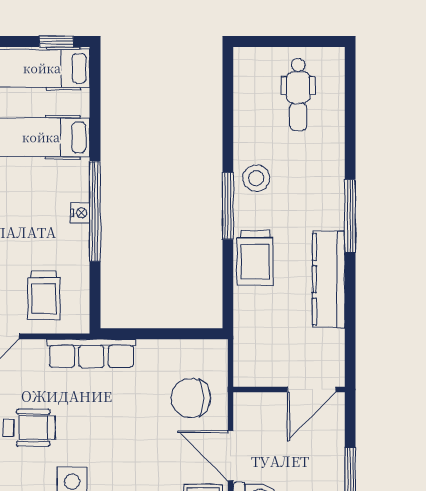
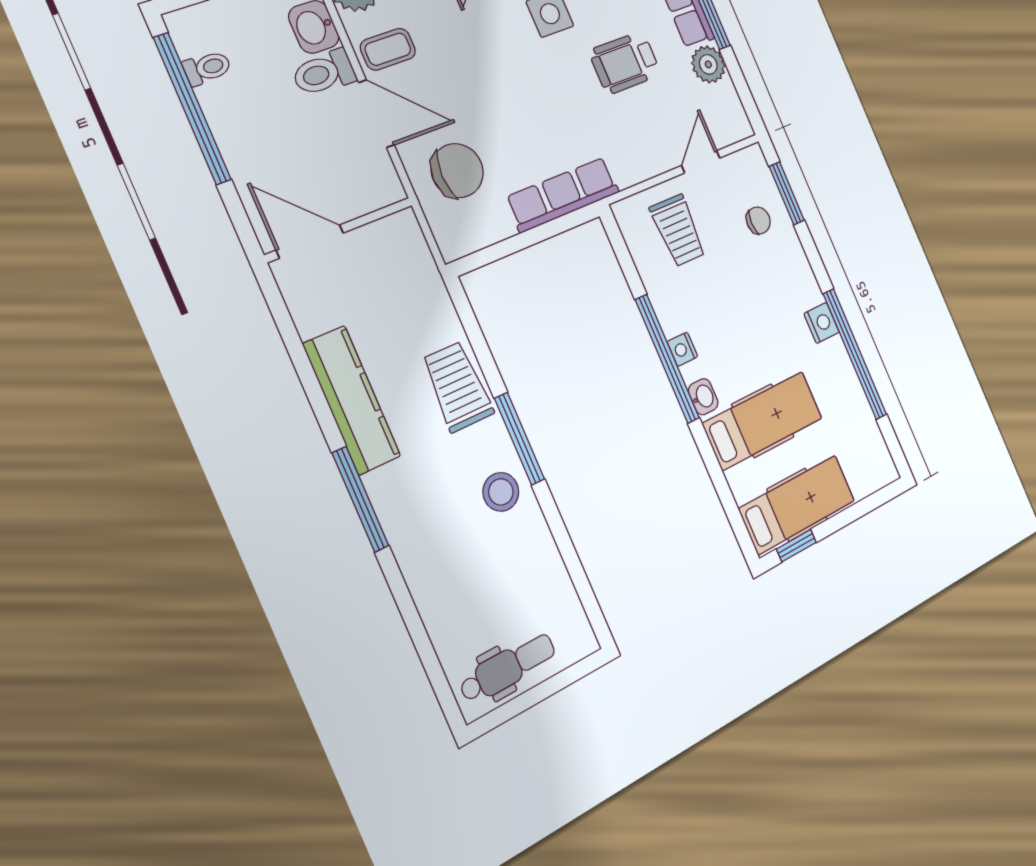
dental chair: (298, 95) -> (508, 668), moved, turned 90
washbasin: (80, 174) -> (703, 397), added
trolley: (44, 295) -> (678, 230), turned 180
row of seats: (91, 353) -> (563, 195), moved
door: (312, 390) -> (310, 241), hinge flipped

